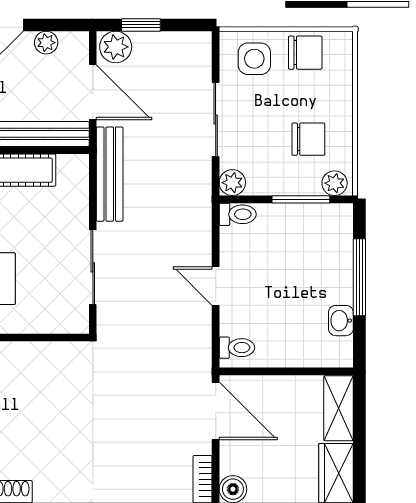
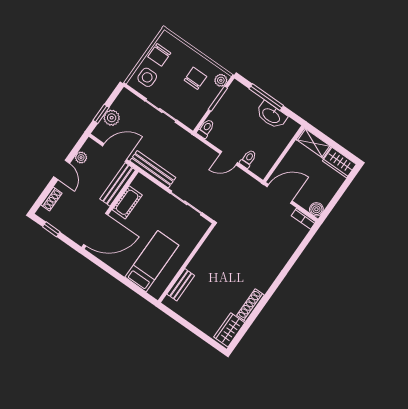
plant: (116, 47) -> (112, 118), moved
chair: (305, 53) -> (159, 55), turned 180
plant: (232, 183) -> (191, 122), removed
washbasin: (341, 321) -> (271, 115), width x1.91, depth x1.45
toilet: (237, 348) -> (248, 159), moved

